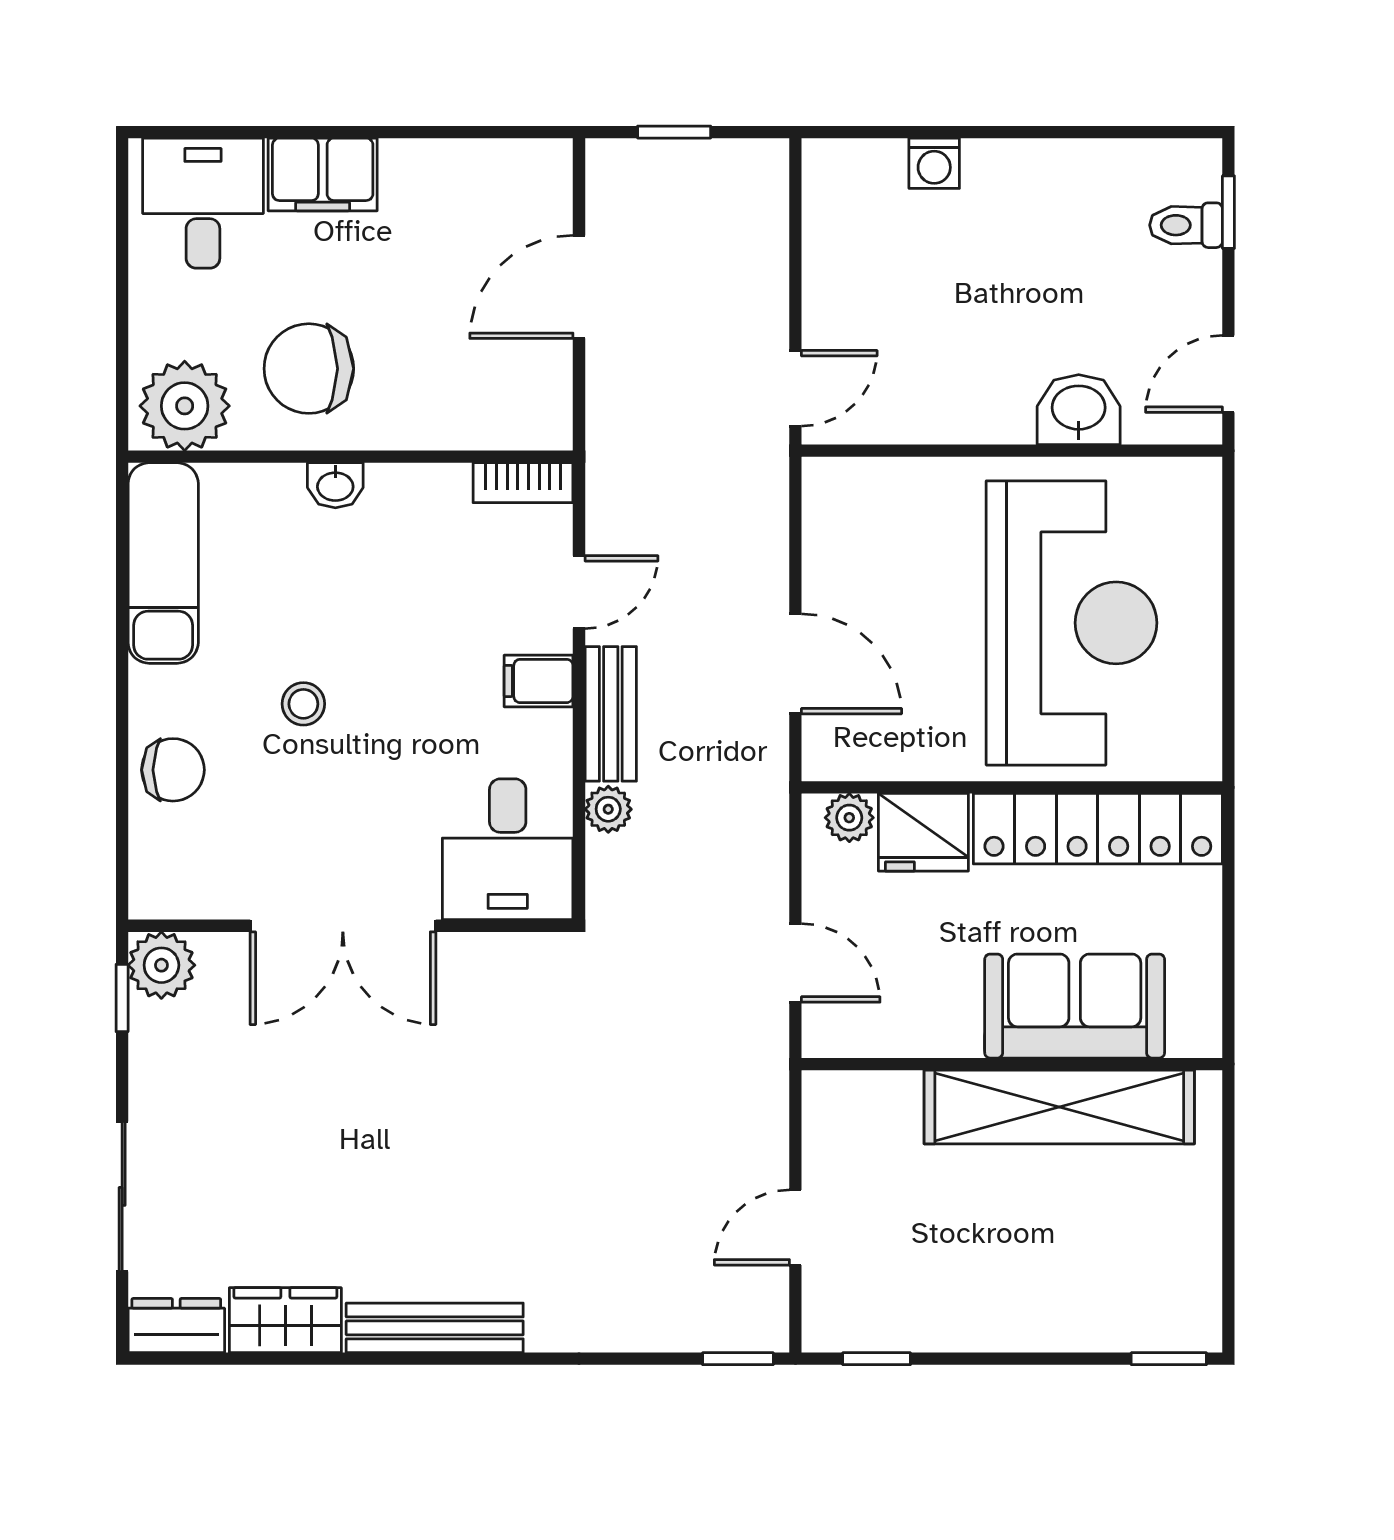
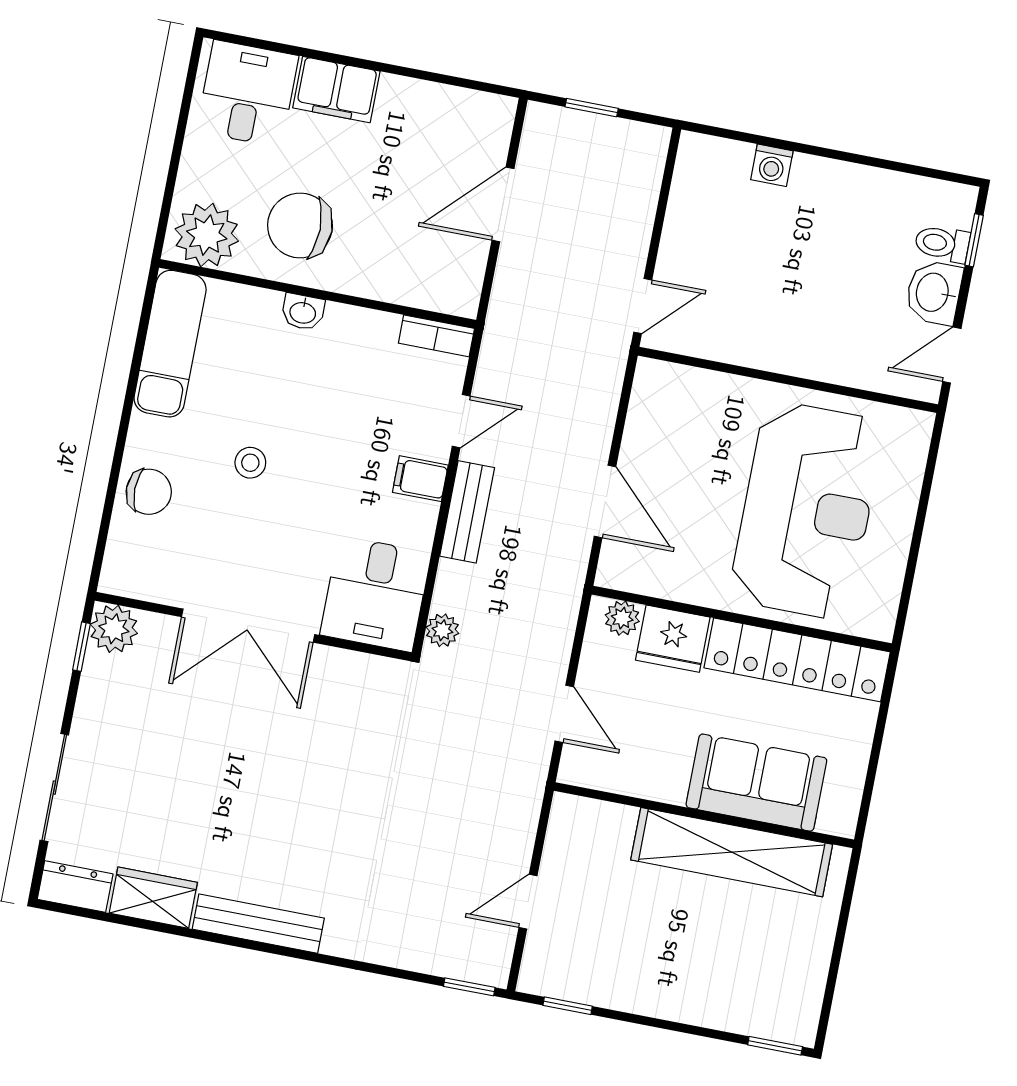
washbasin: (1079, 410) -> (934, 293), moved, turned -90
plant: (608, 809) -> (442, 630), moved

